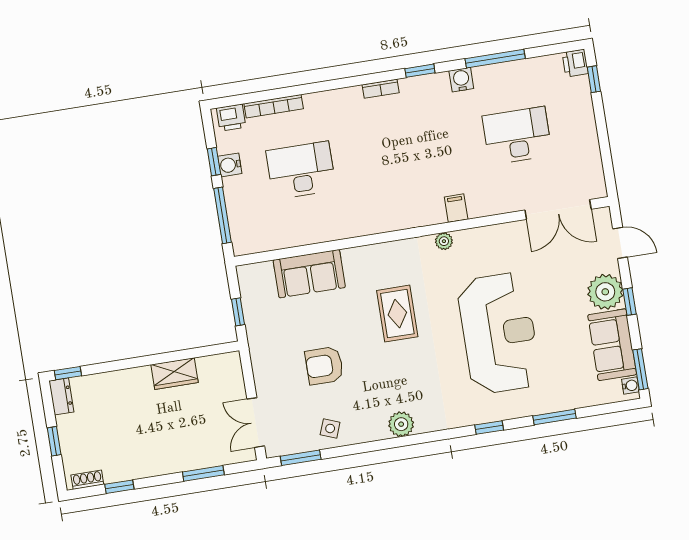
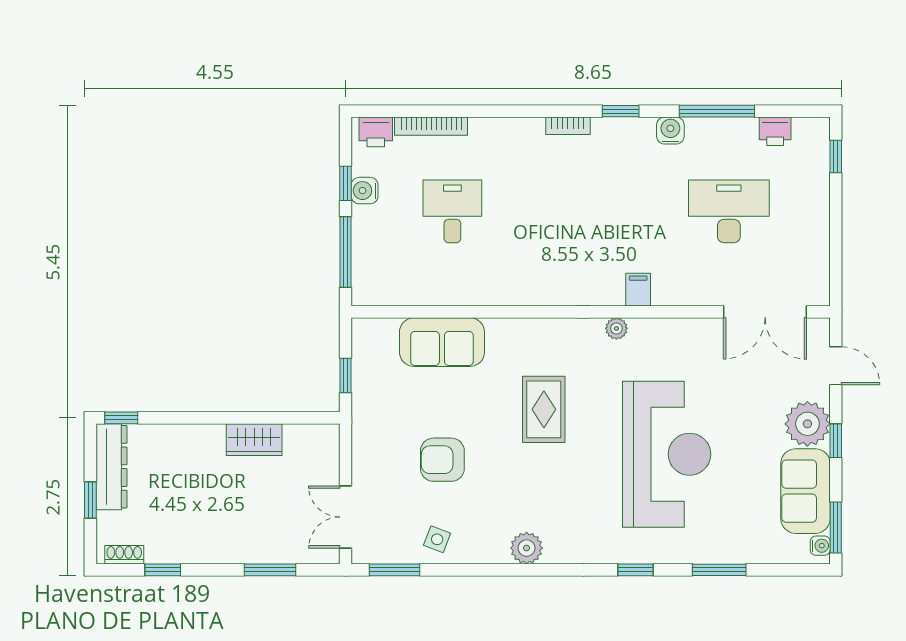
printer: (575, 63) -> (775, 131), moved, turned -90
desk: (301, 170) -> (452, 211), width x0.73
dresser: (61, 396) -> (111, 467), width x1.96, depth x1.24

